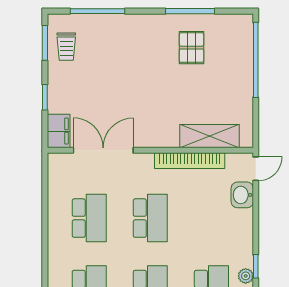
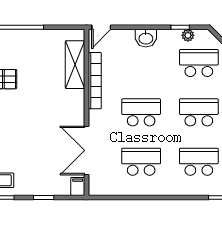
filing cabinet: (59, 131) -> (78, 186), width x0.50
door: (256, 169) -> (101, 27), swing flipped
washbasin: (242, 195) -> (146, 38), moved

